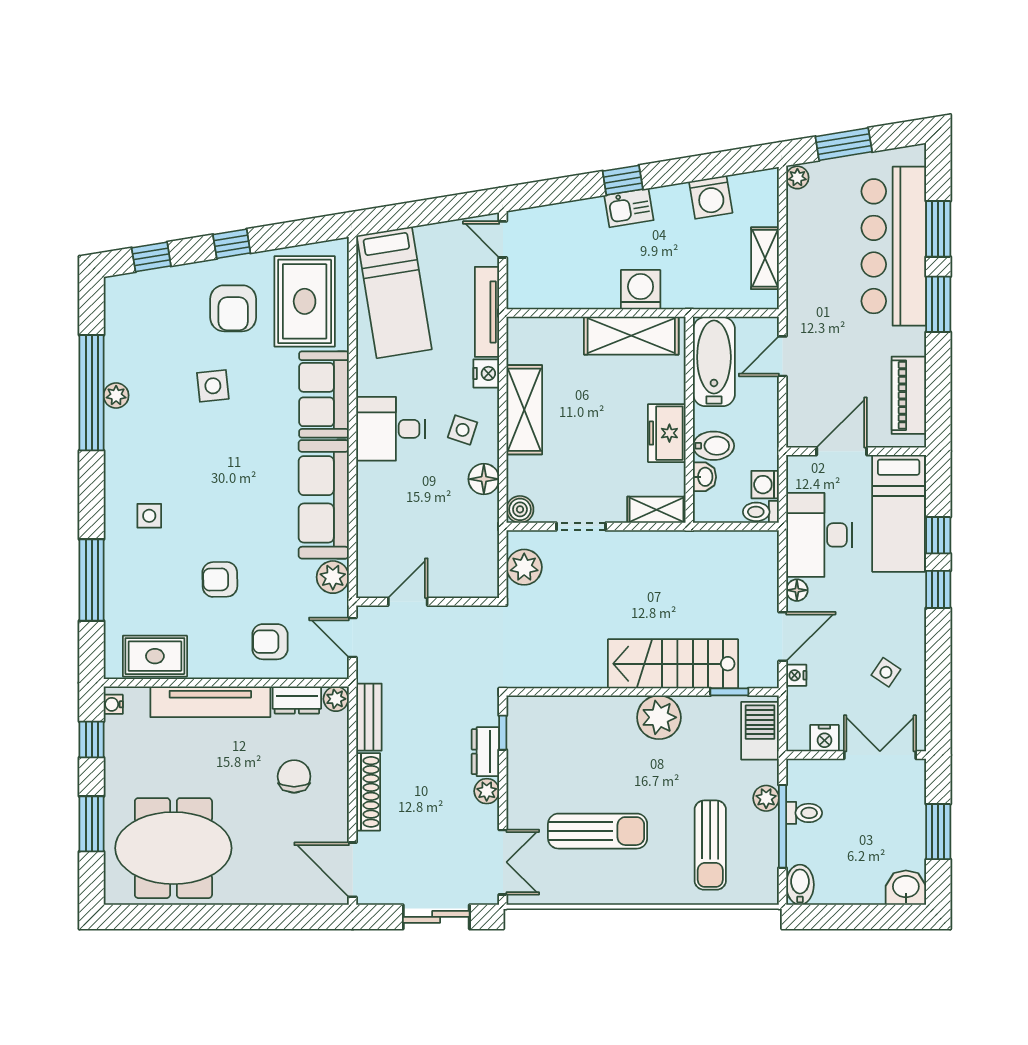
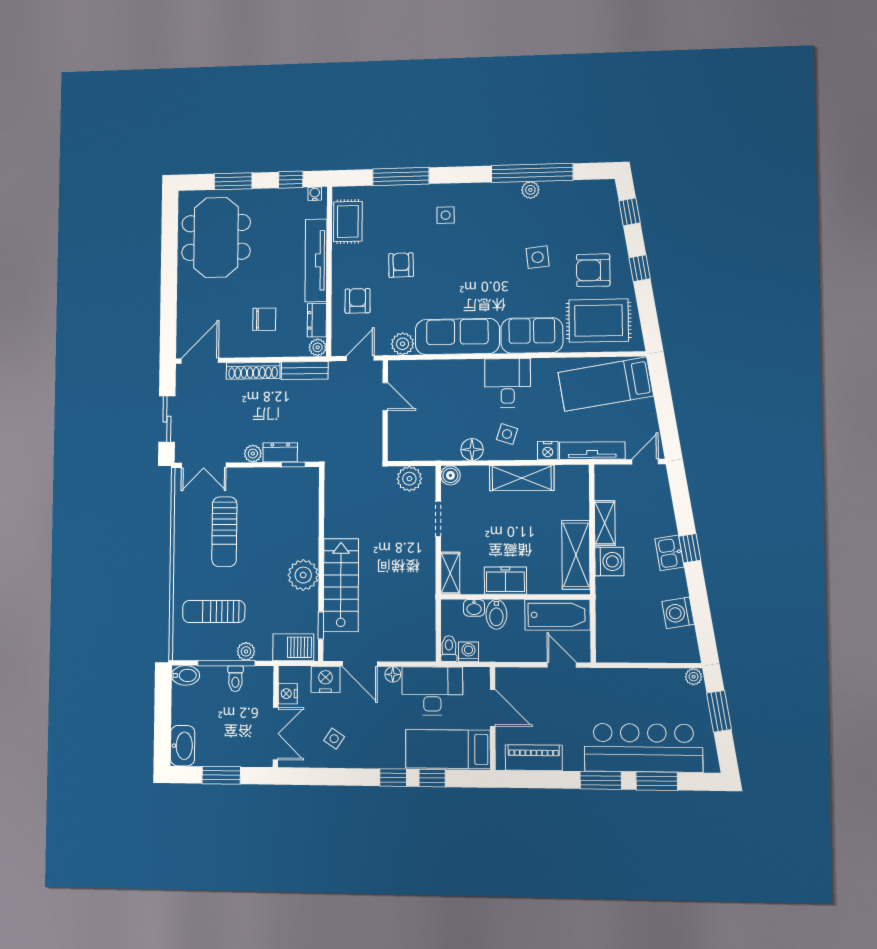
shelving: (765, 258) -> (605, 523), moved, turned 90
nightstand: (796, 675) -> (326, 679), width x1.89, depth x1.79
washbasin: (906, 888) -> (183, 746), width x1.38

